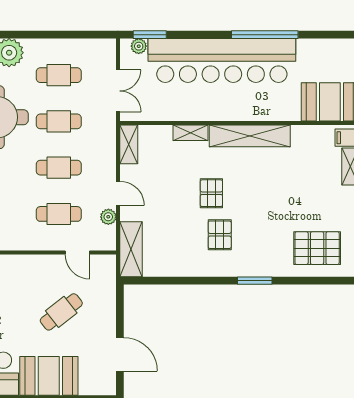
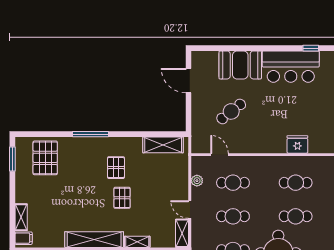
door: (118, 193) -> (190, 209), moved
pallet: (317, 248) -> (45, 158), turned 90
shelving: (131, 249) -> (163, 145), moved, turned 90
window: (255, 281) -> (90, 134), width x1.44

